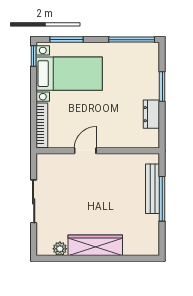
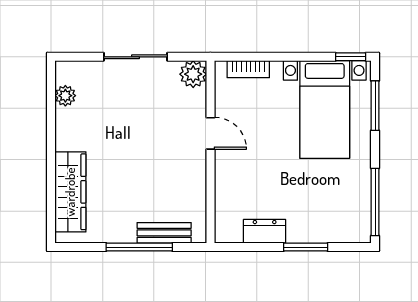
bookcase: (42, 125) -> (248, 69), width x0.64
plant: (45, 162) -> (193, 74), added
bench: (152, 189) -> (164, 233), width x0.73
wardrobe: (95, 245) -> (70, 192), moved

